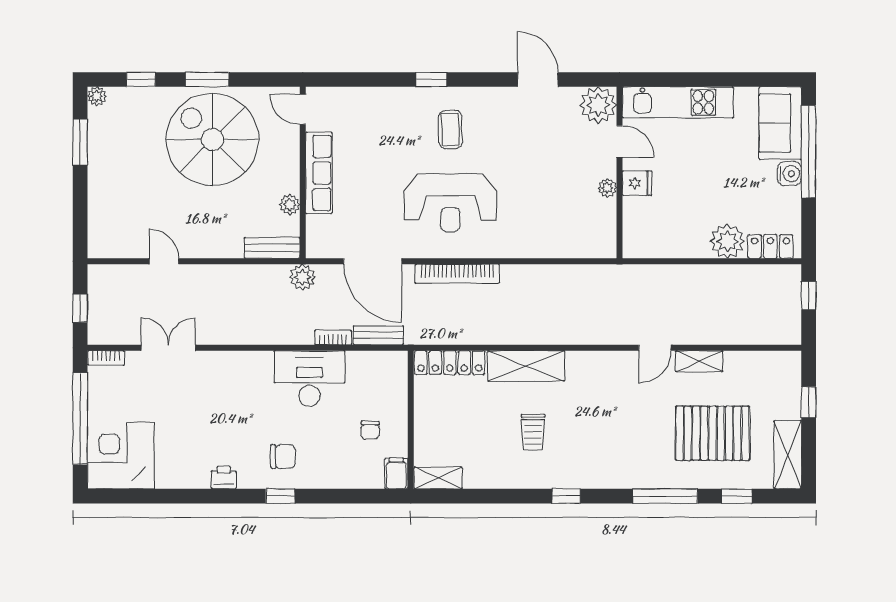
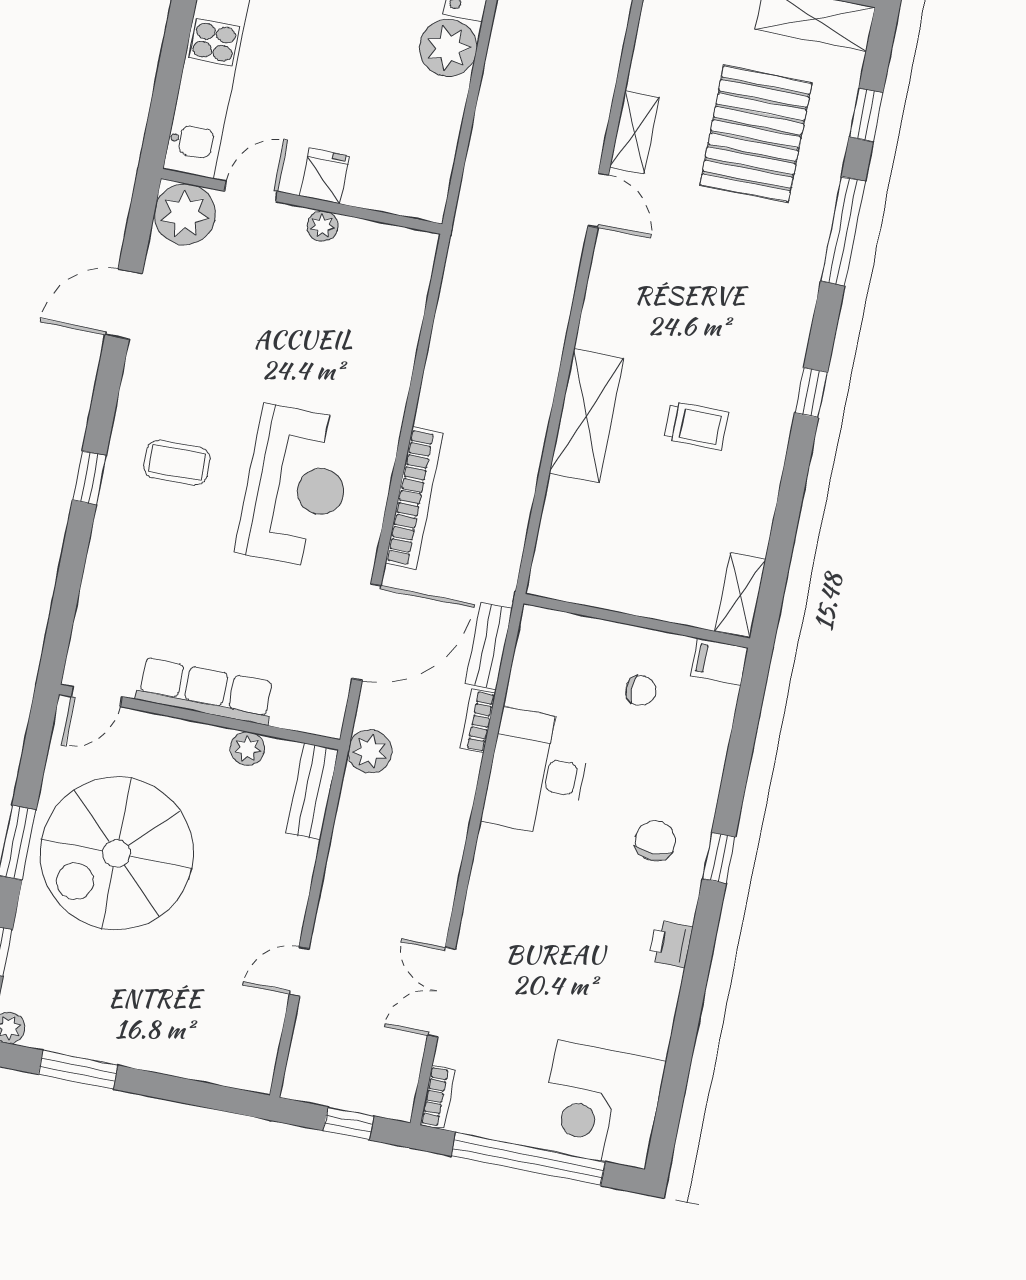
locker: (450, 363) -> (556, 539), removed

